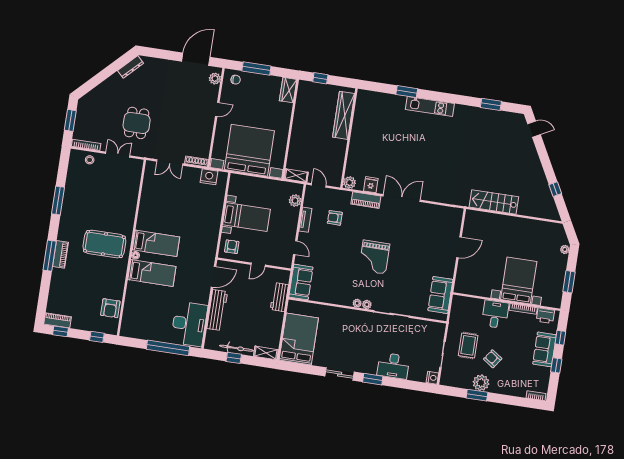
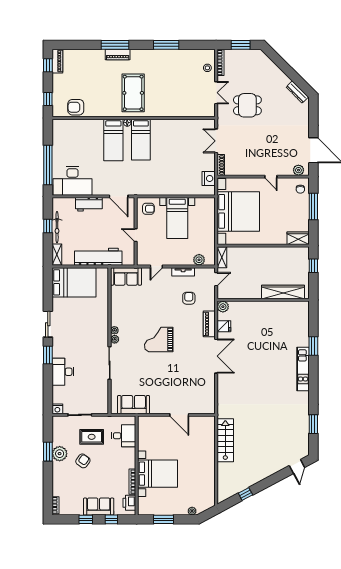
workbench: (279, 297) -> (98, 257), width x1.87, depth x1.32
workbench: (217, 310) -> (89, 204), width x0.73
desk: (495, 314) -> (124, 436), moved

